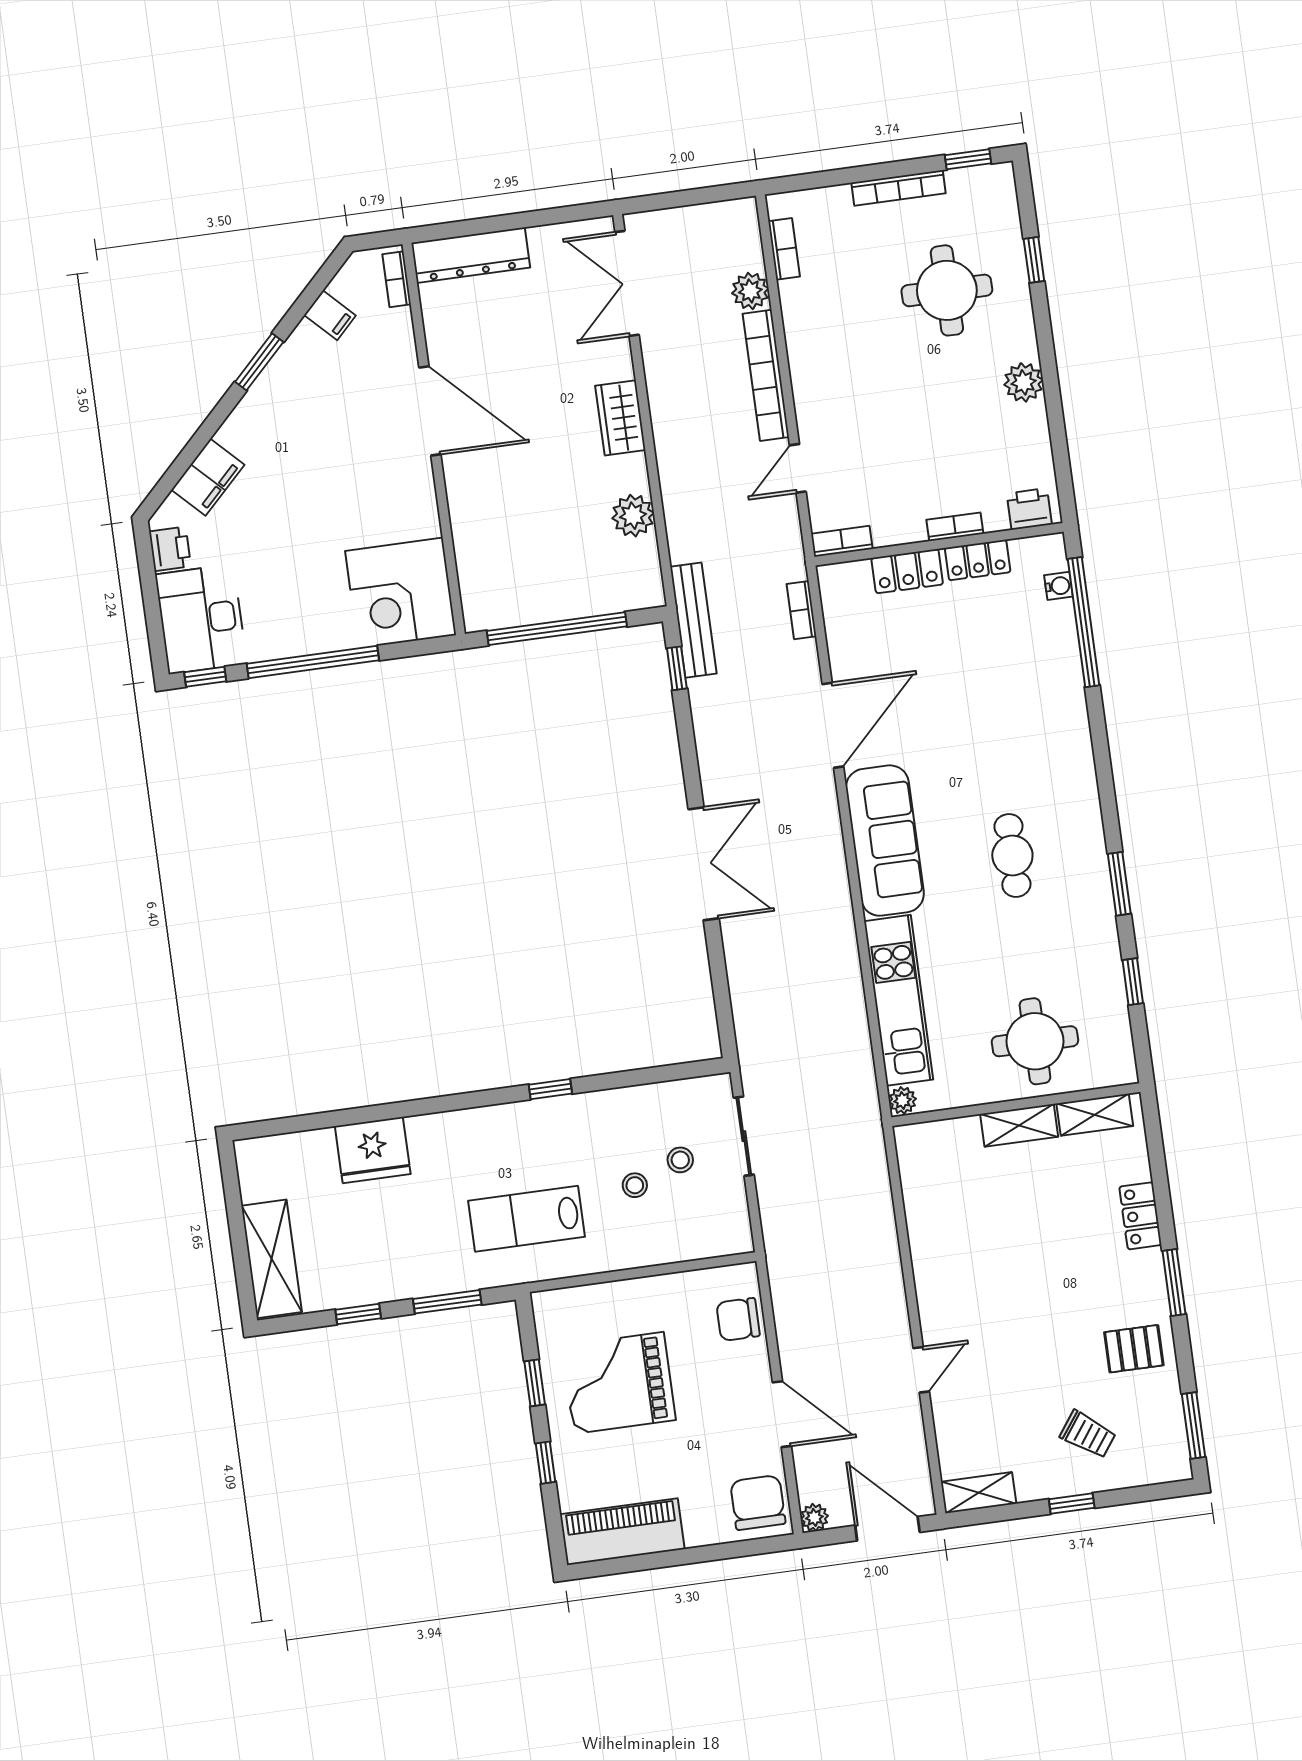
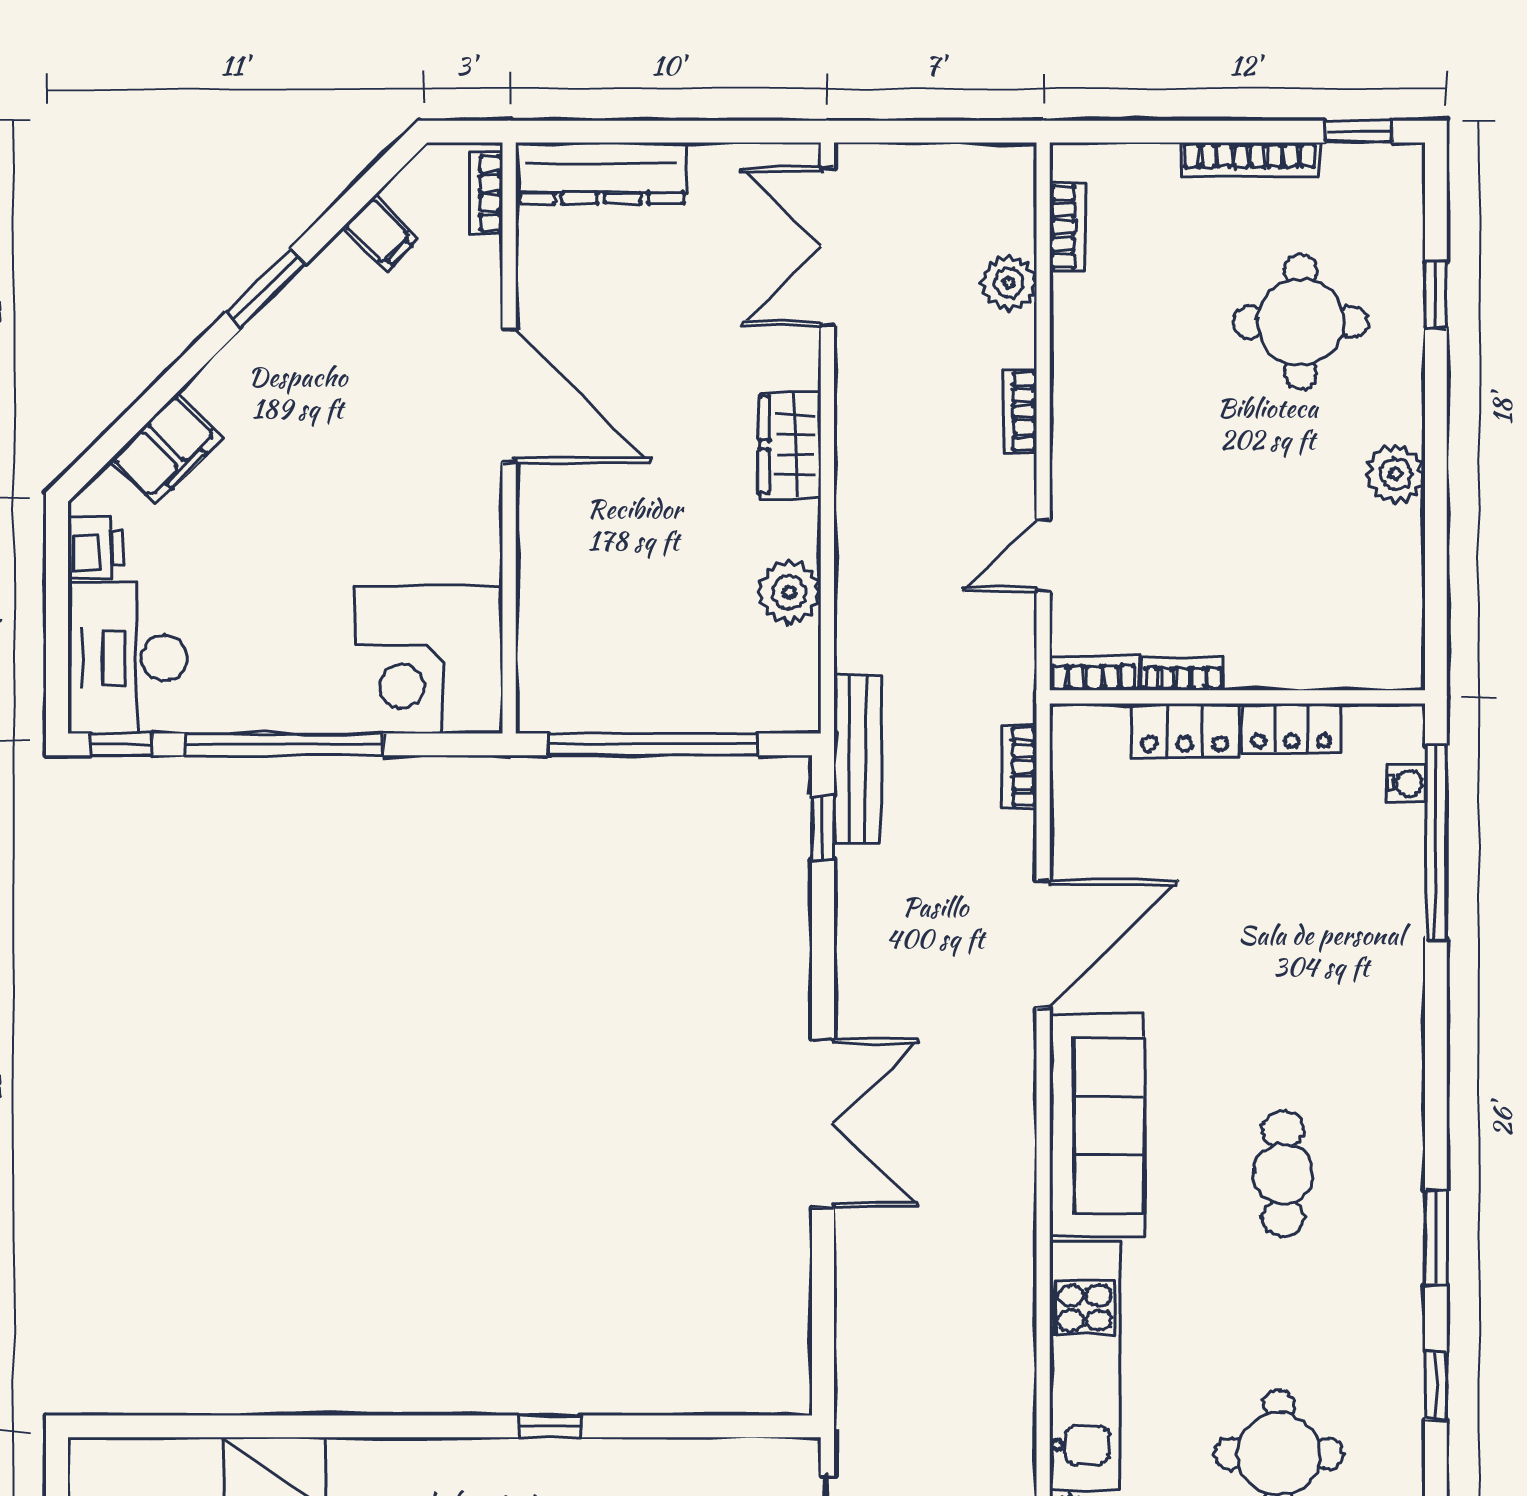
bookcase: (766, 375) -> (1020, 411), width x0.43, depth x0.76
printer: (1029, 509) -> (1378, 663), removed
bookcase: (955, 527) -> (1183, 674), moved

